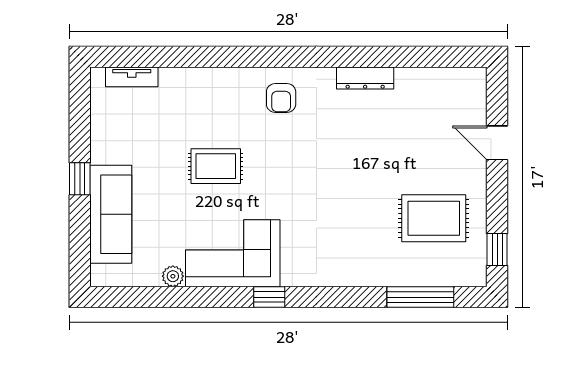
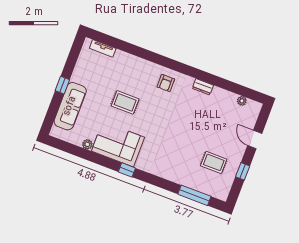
plant: (443, 77) -> (242, 101), added
dresser: (365, 78) -> (203, 87), width x0.70
rug: (434, 218) -> (214, 162), width x0.73, depth x0.70
window: (497, 249) -> (243, 171), moved

